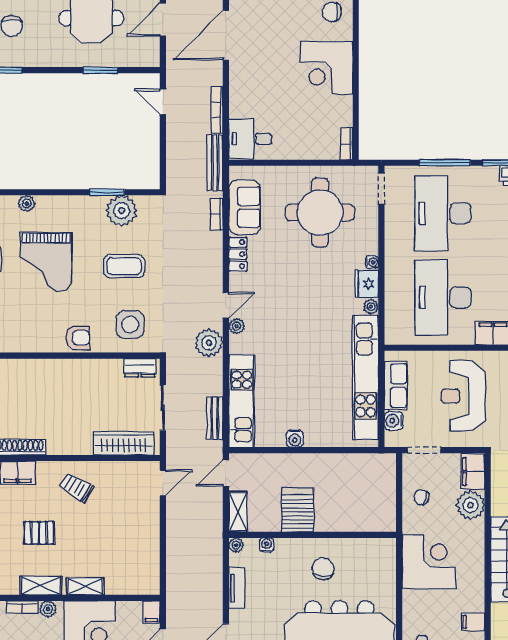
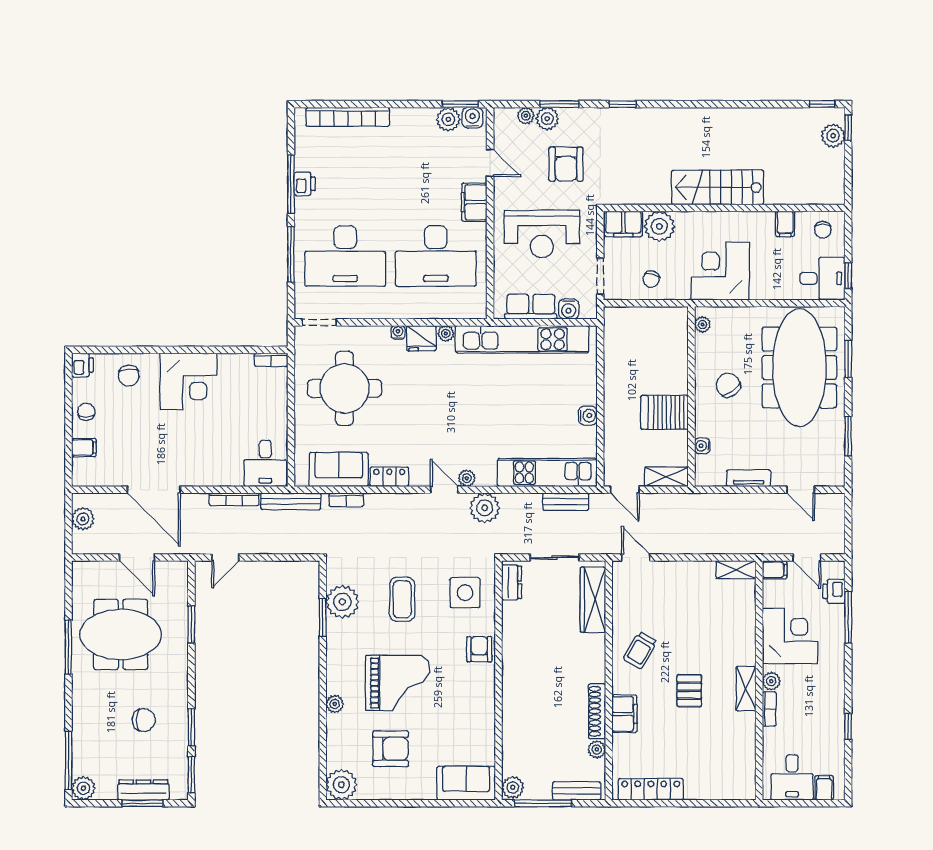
plant: (236, 545) -> (702, 324), moved
chair: (323, 569) -> (728, 385), turned 54
shelving: (85, 587) -> (736, 570), moved, turned 90

